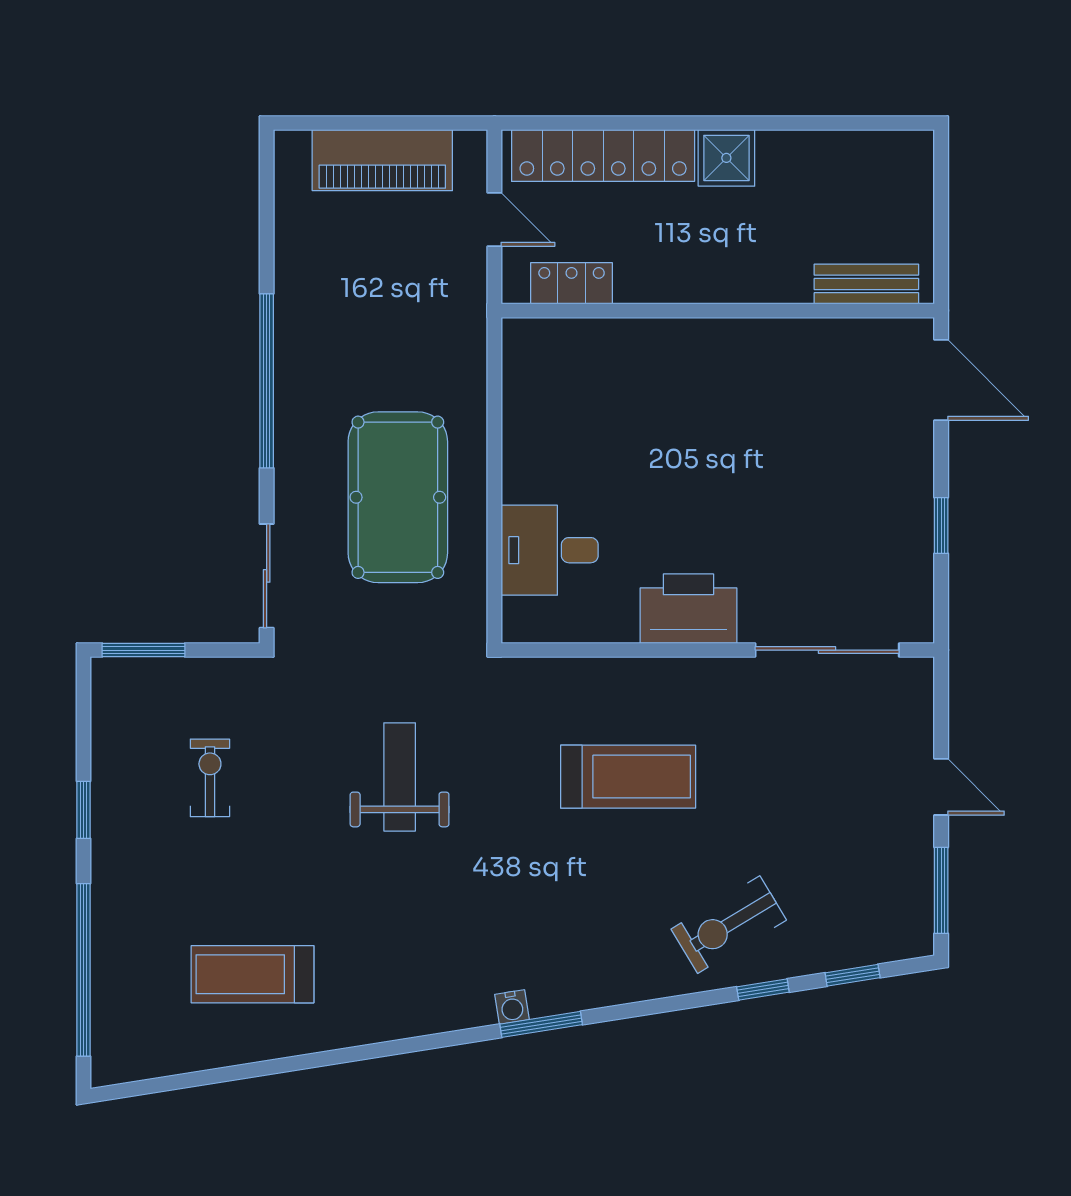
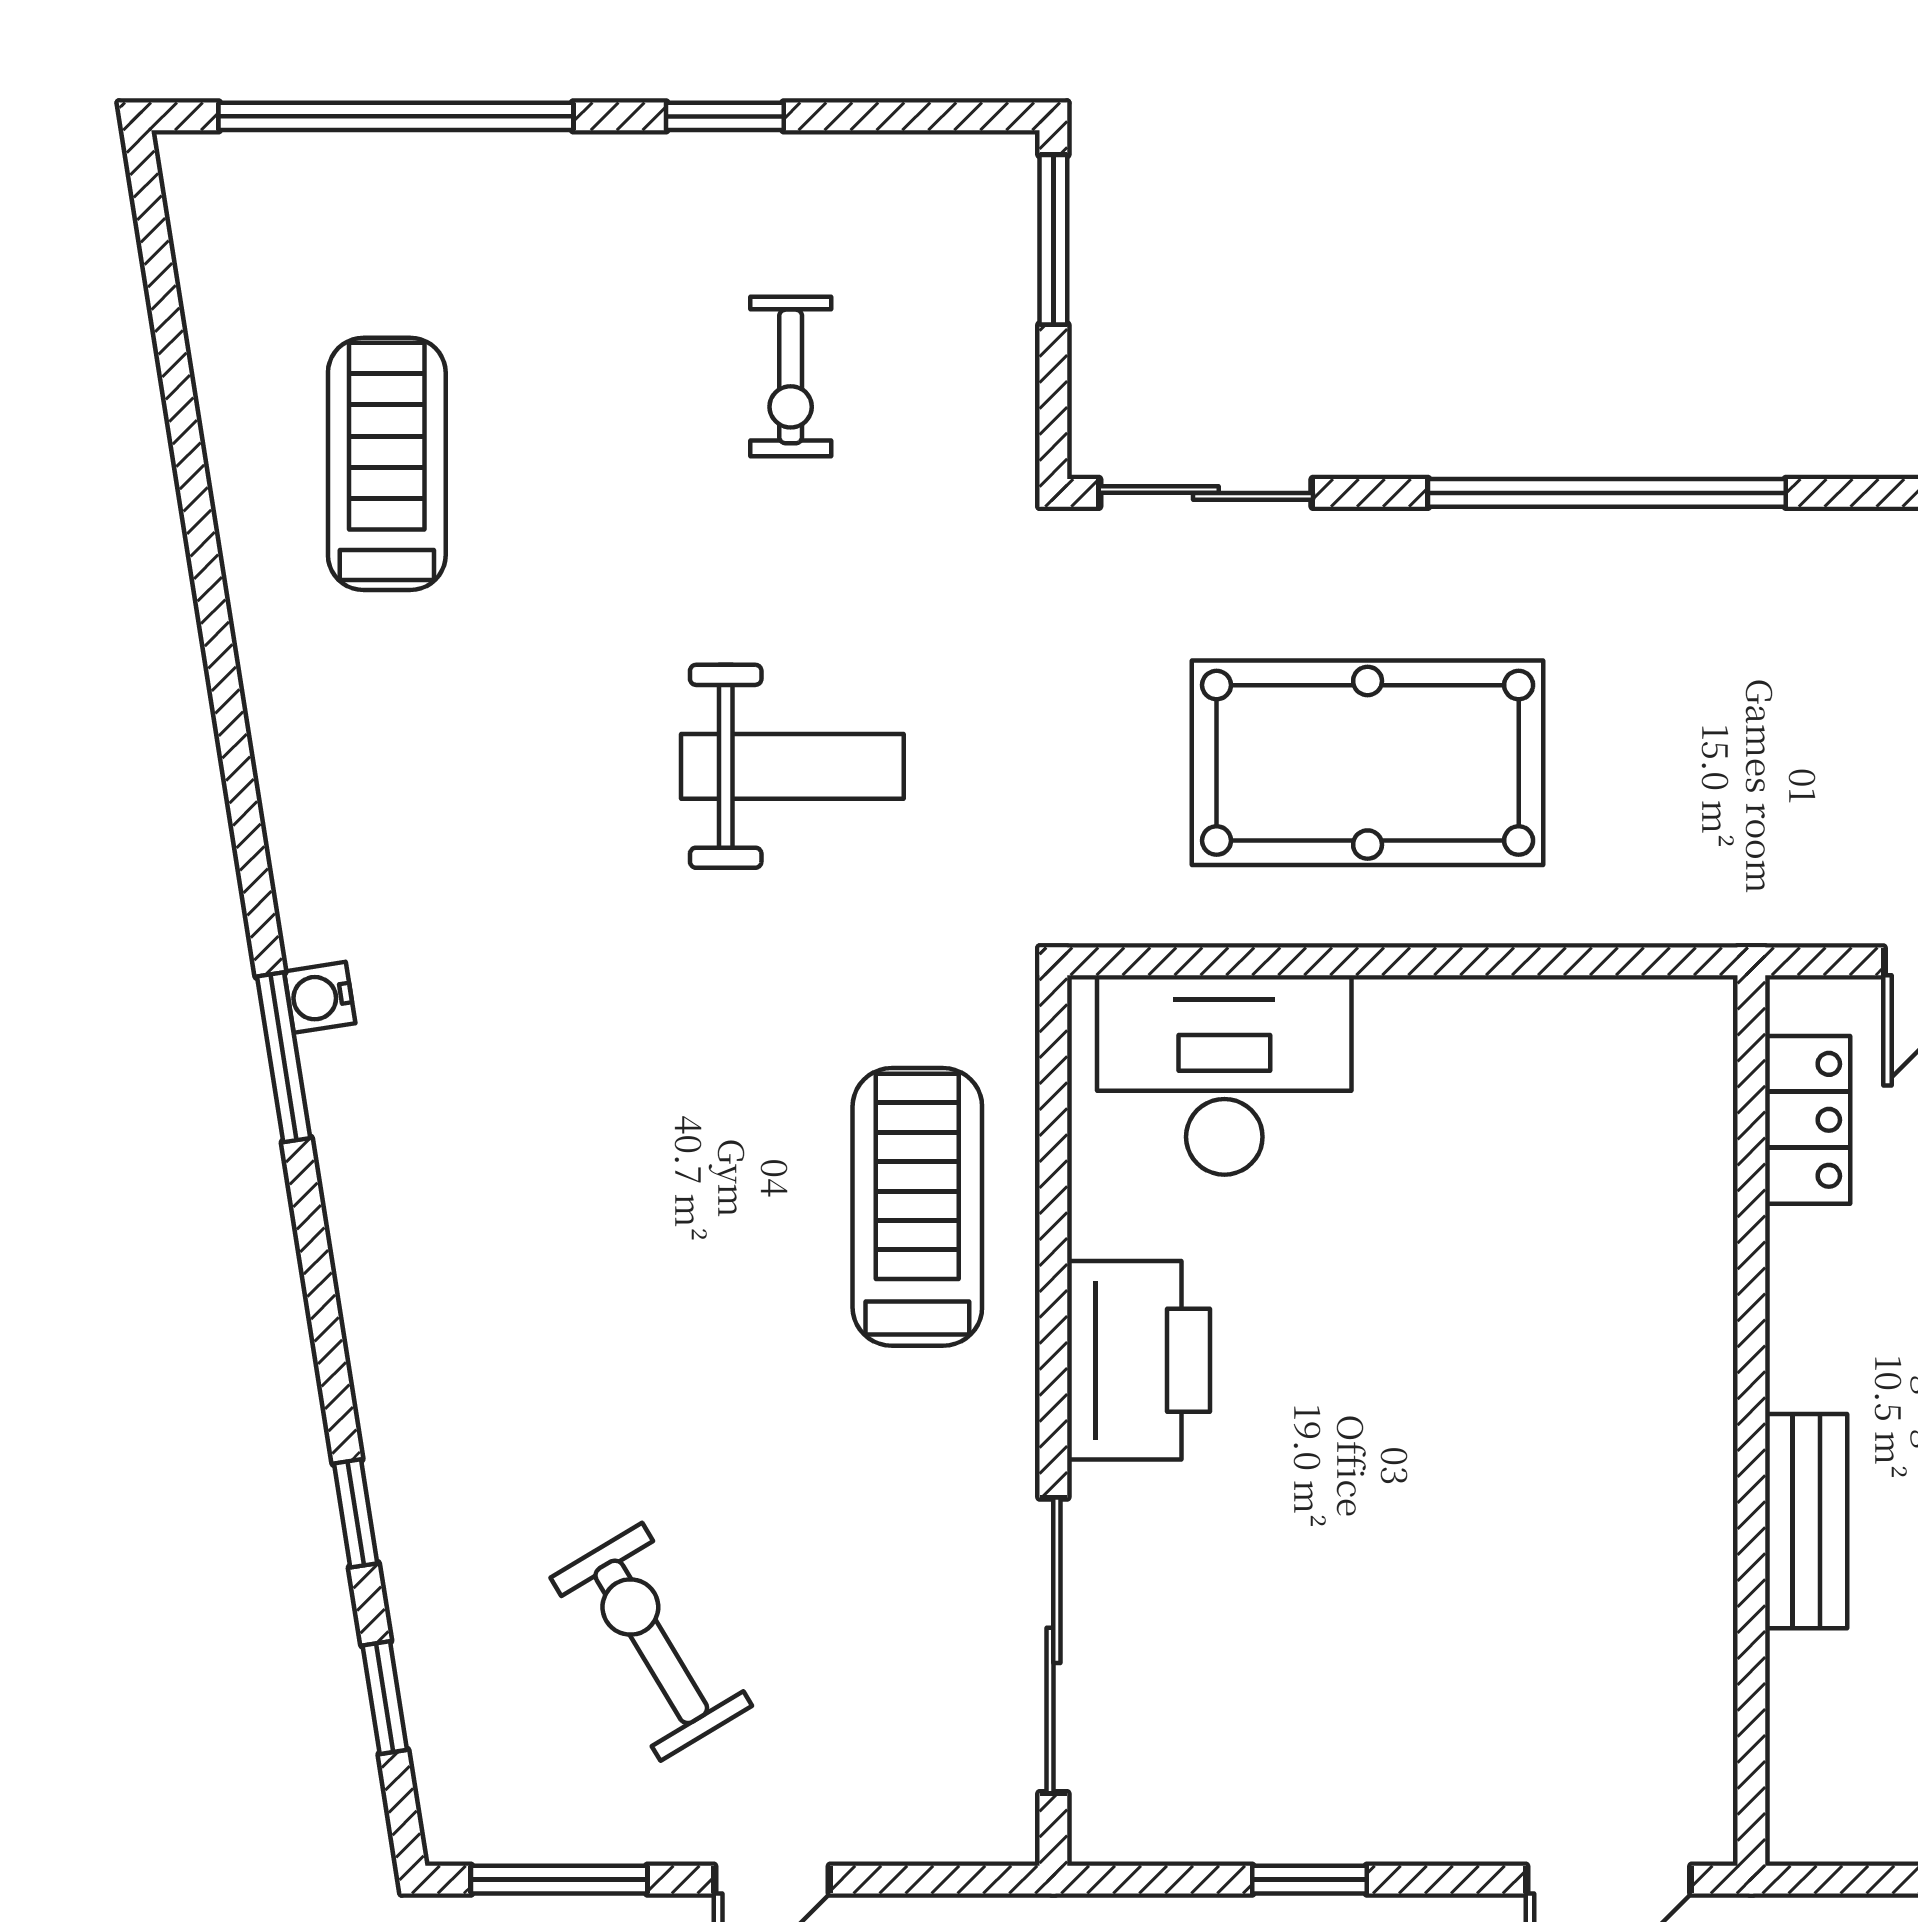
bench: (866, 284) -> (1806, 1521), moved
desk: (550, 550) -> (1224, 1075), width x1.37
treadmill: (628, 777) -> (917, 1207), moved, turned 180
exercise bike: (210, 778) -> (791, 376), turned 90
exercise bike: (729, 925) -> (651, 1642), moved

